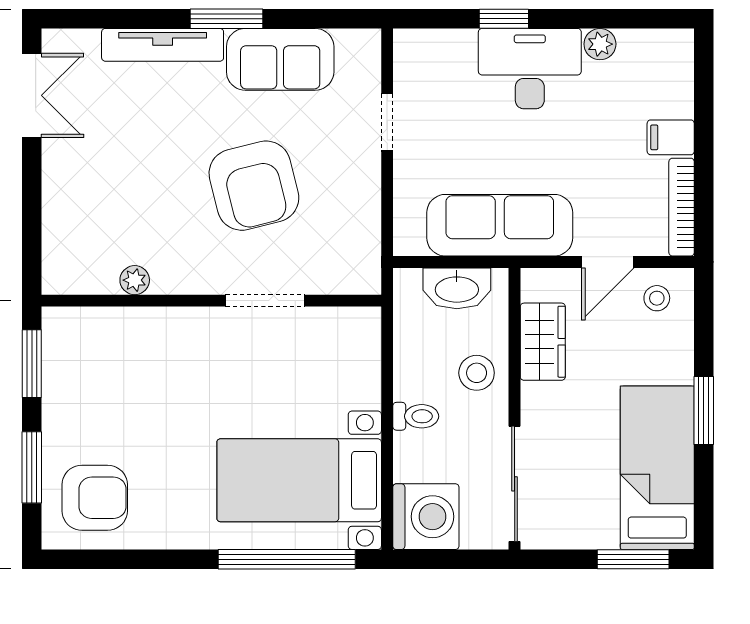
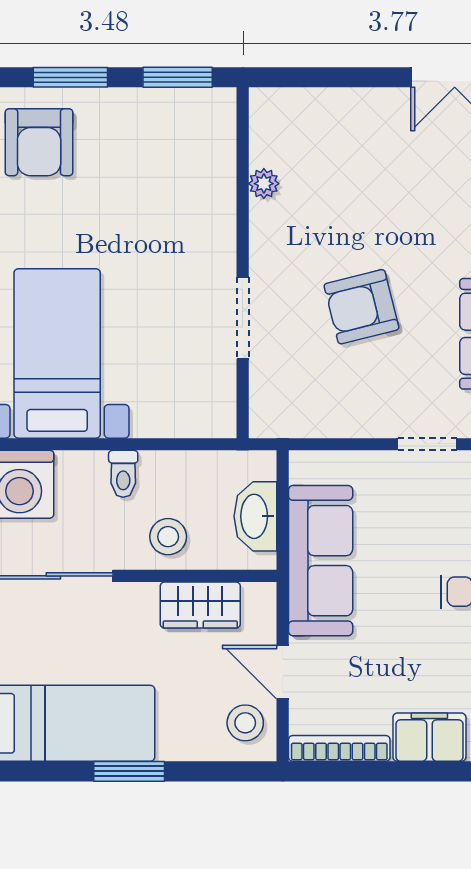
filing cabinet: (671, 137) -> (429, 737), width x2.00
armchair: (254, 186) -> (361, 307), width x0.73, depth x0.73
stool: (657, 298) -> (245, 723), width x1.37, depth x1.37

